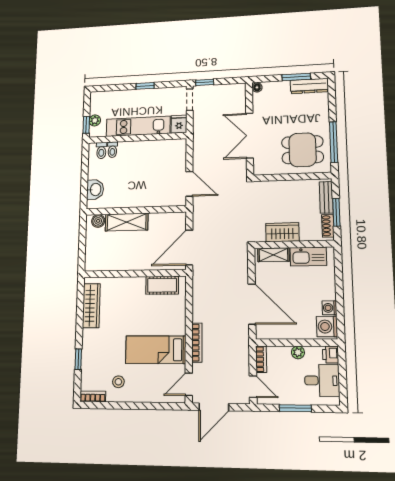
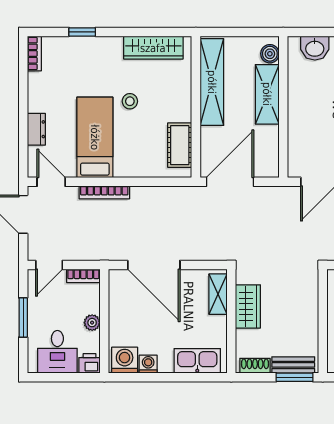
window: (336, 212) -> (295, 377), moved
door: (189, 248) -> (230, 182), hinge flipped
kitchen sink: (308, 257) -> (197, 361), moved, turned 90
shelving: (117, 262) -> (212, 82), added
door: (252, 304) -> (154, 265), hinge flipped
stool: (118, 382) -> (130, 101), moved
dresser: (149, 396) -> (36, 129), added

